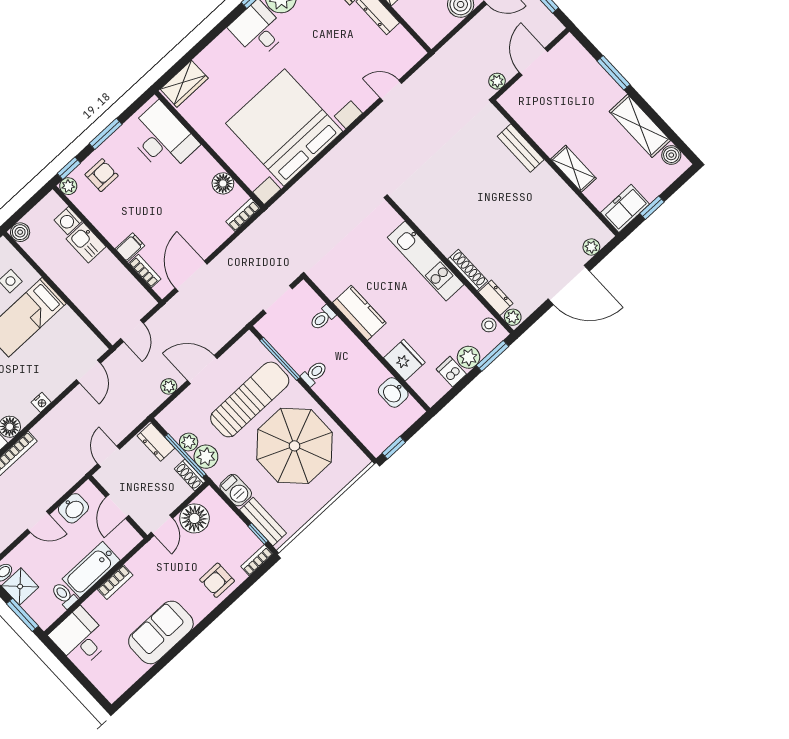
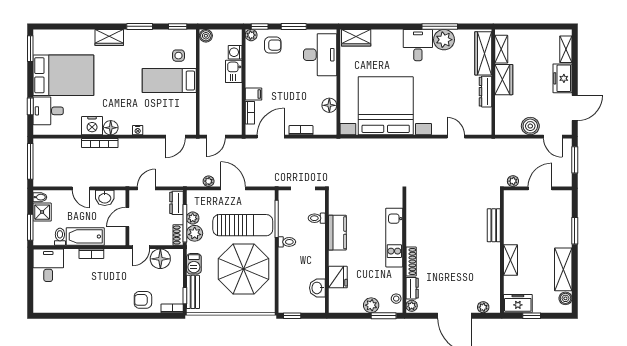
bookcase: (243, 215) -> (301, 130), moved
dishwasher: (451, 372) -> (356, 304), removed
sofa: (161, 632) -> (91, 300), removed

